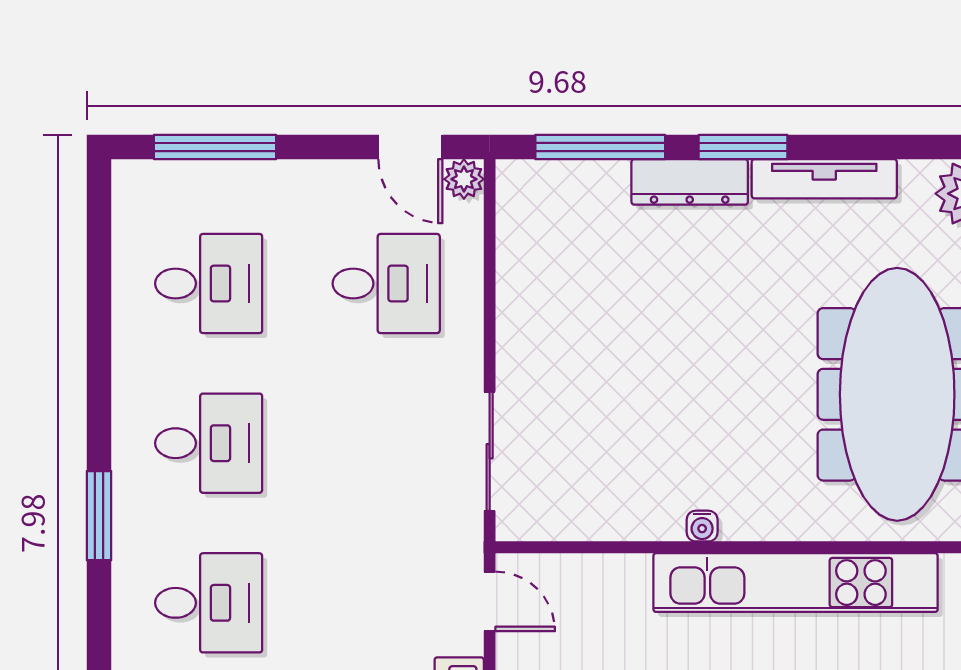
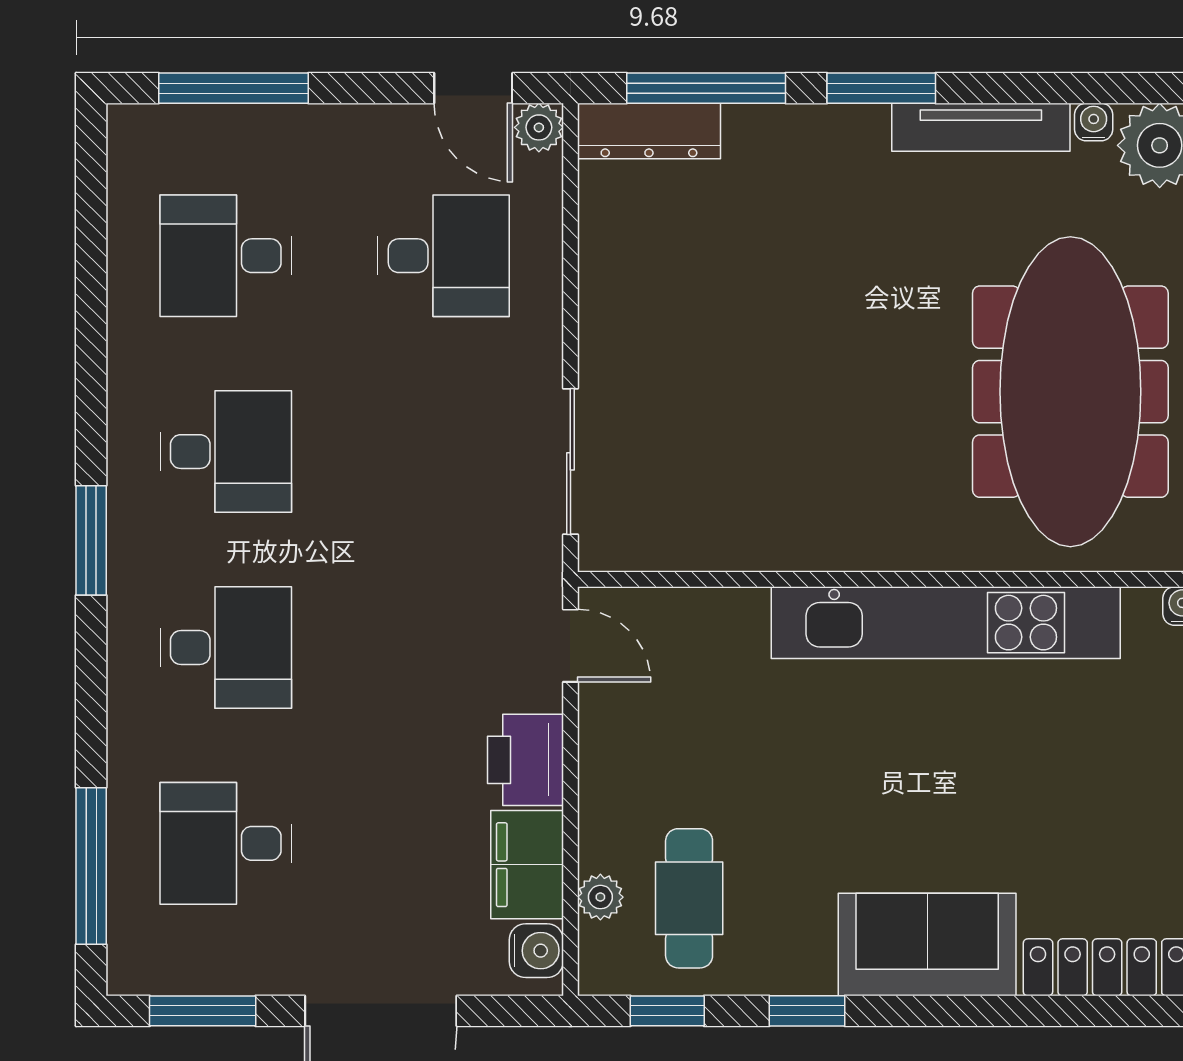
dresser: (690, 182) -> (649, 131), moved
desk: (209, 284) -> (226, 256), turned 180
water cooler: (702, 526) -> (1094, 122), moved, turned 180

